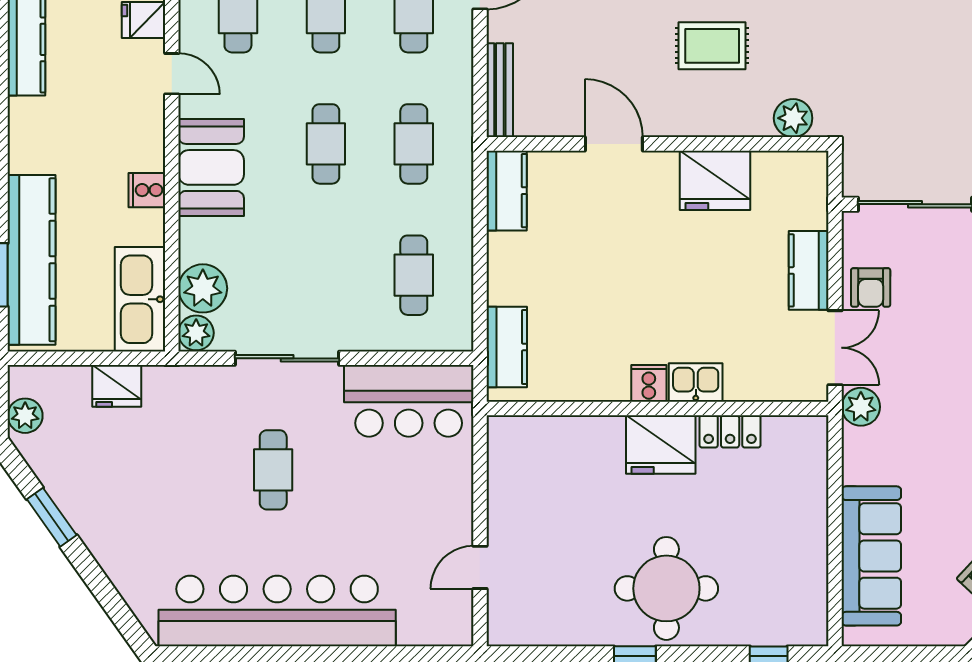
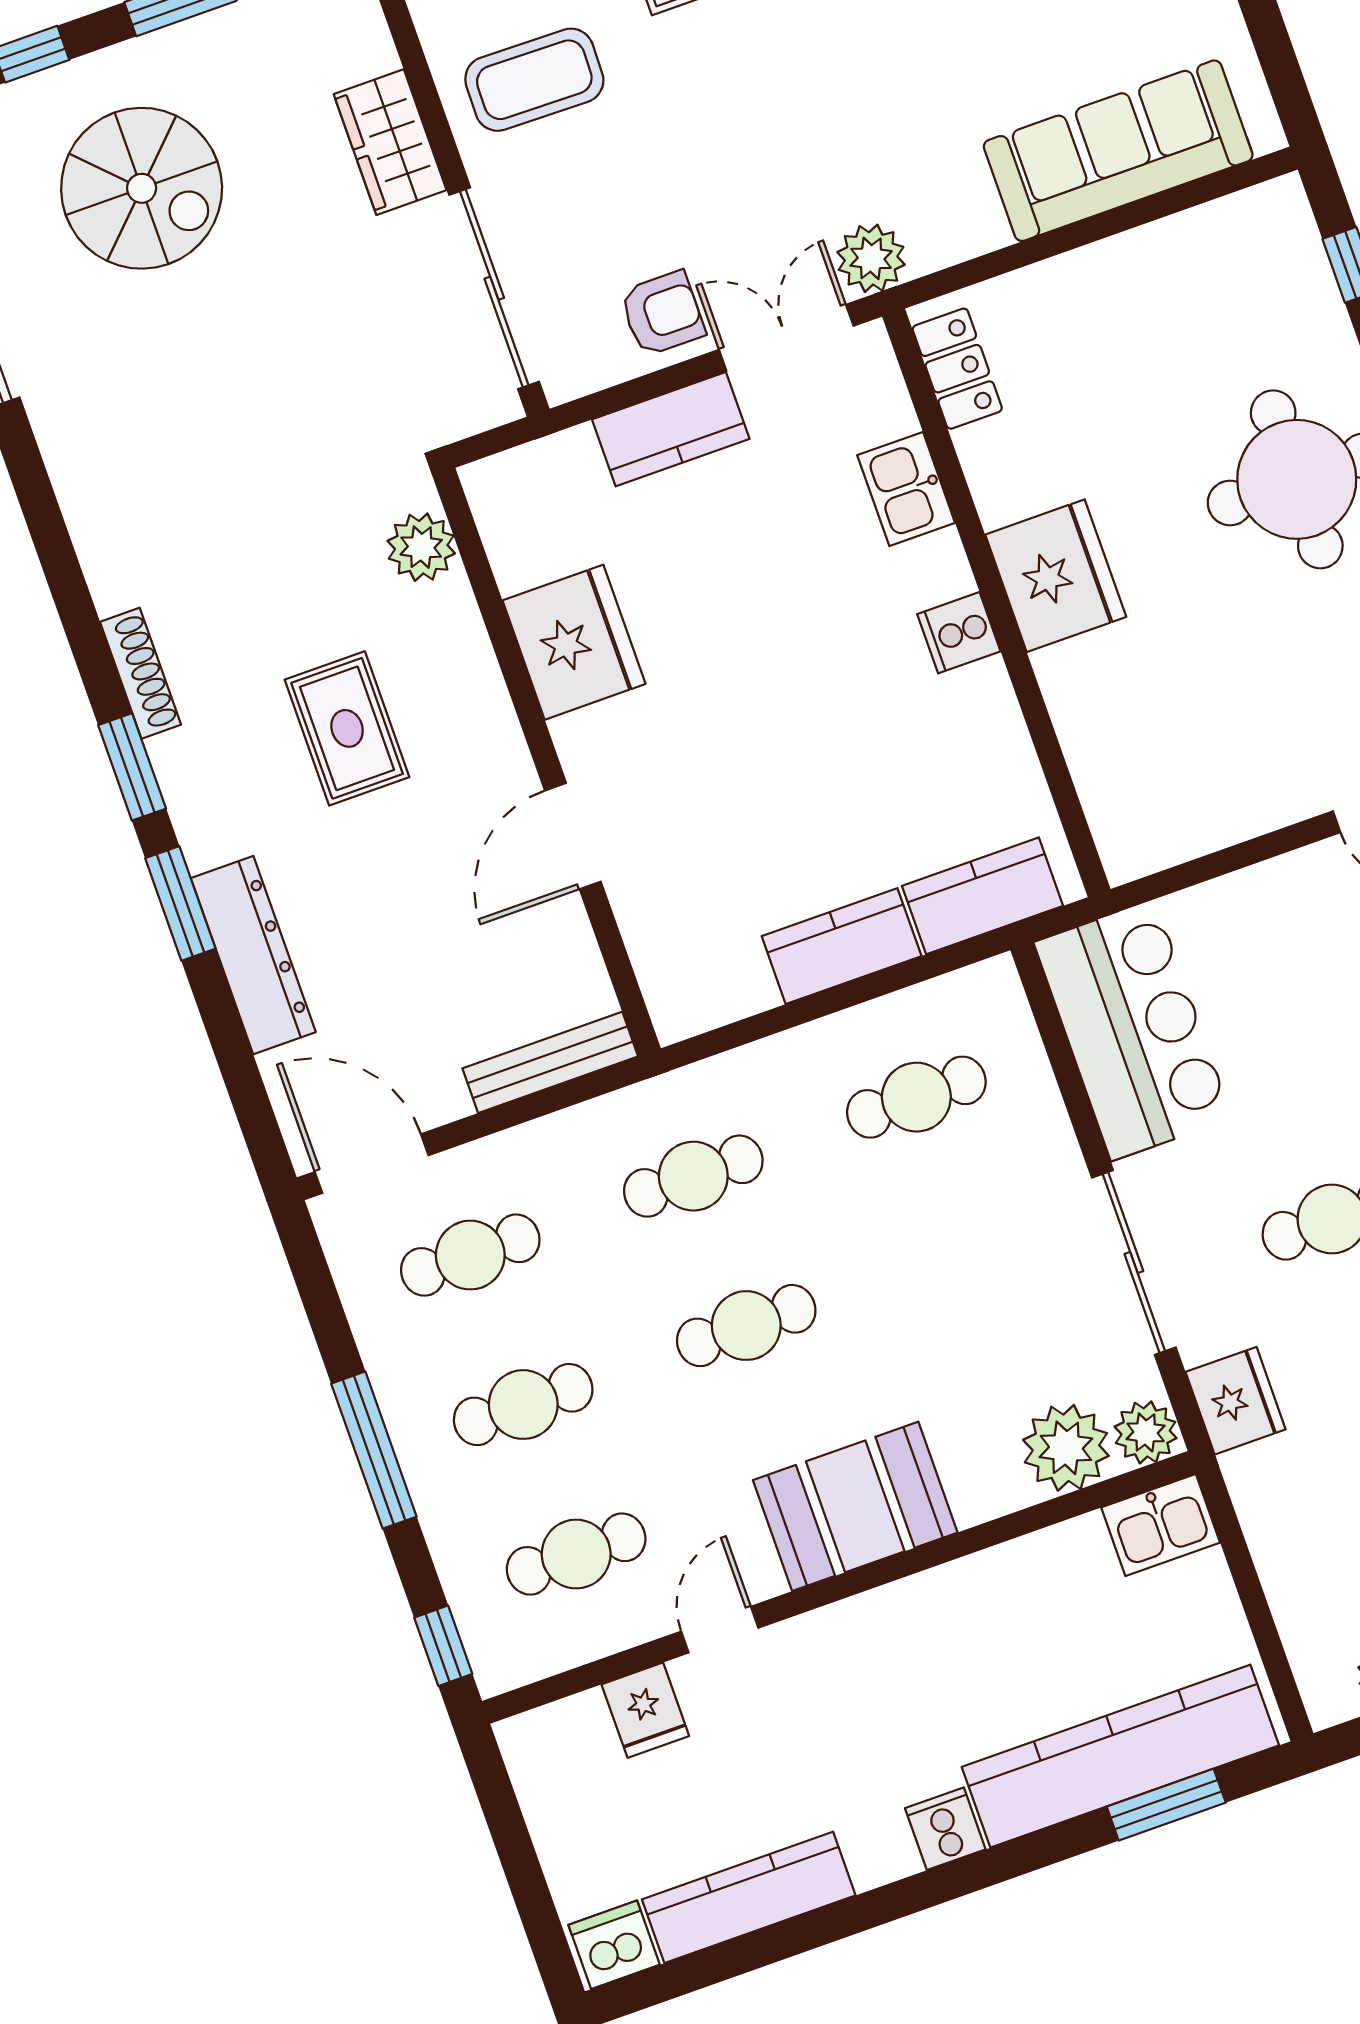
cooker: (147, 190) -> (945, 1829), moved, turned 180
kitchen counter: (507, 191) -> (842, 946), moved
kitchen sink: (140, 299) -> (1161, 1525), width x0.53, depth x0.81
kitchen sink: (696, 382) -> (906, 489), moved
fridge: (117, 386) -> (1236, 1401), moved
locker: (730, 431) -> (957, 369), moved

